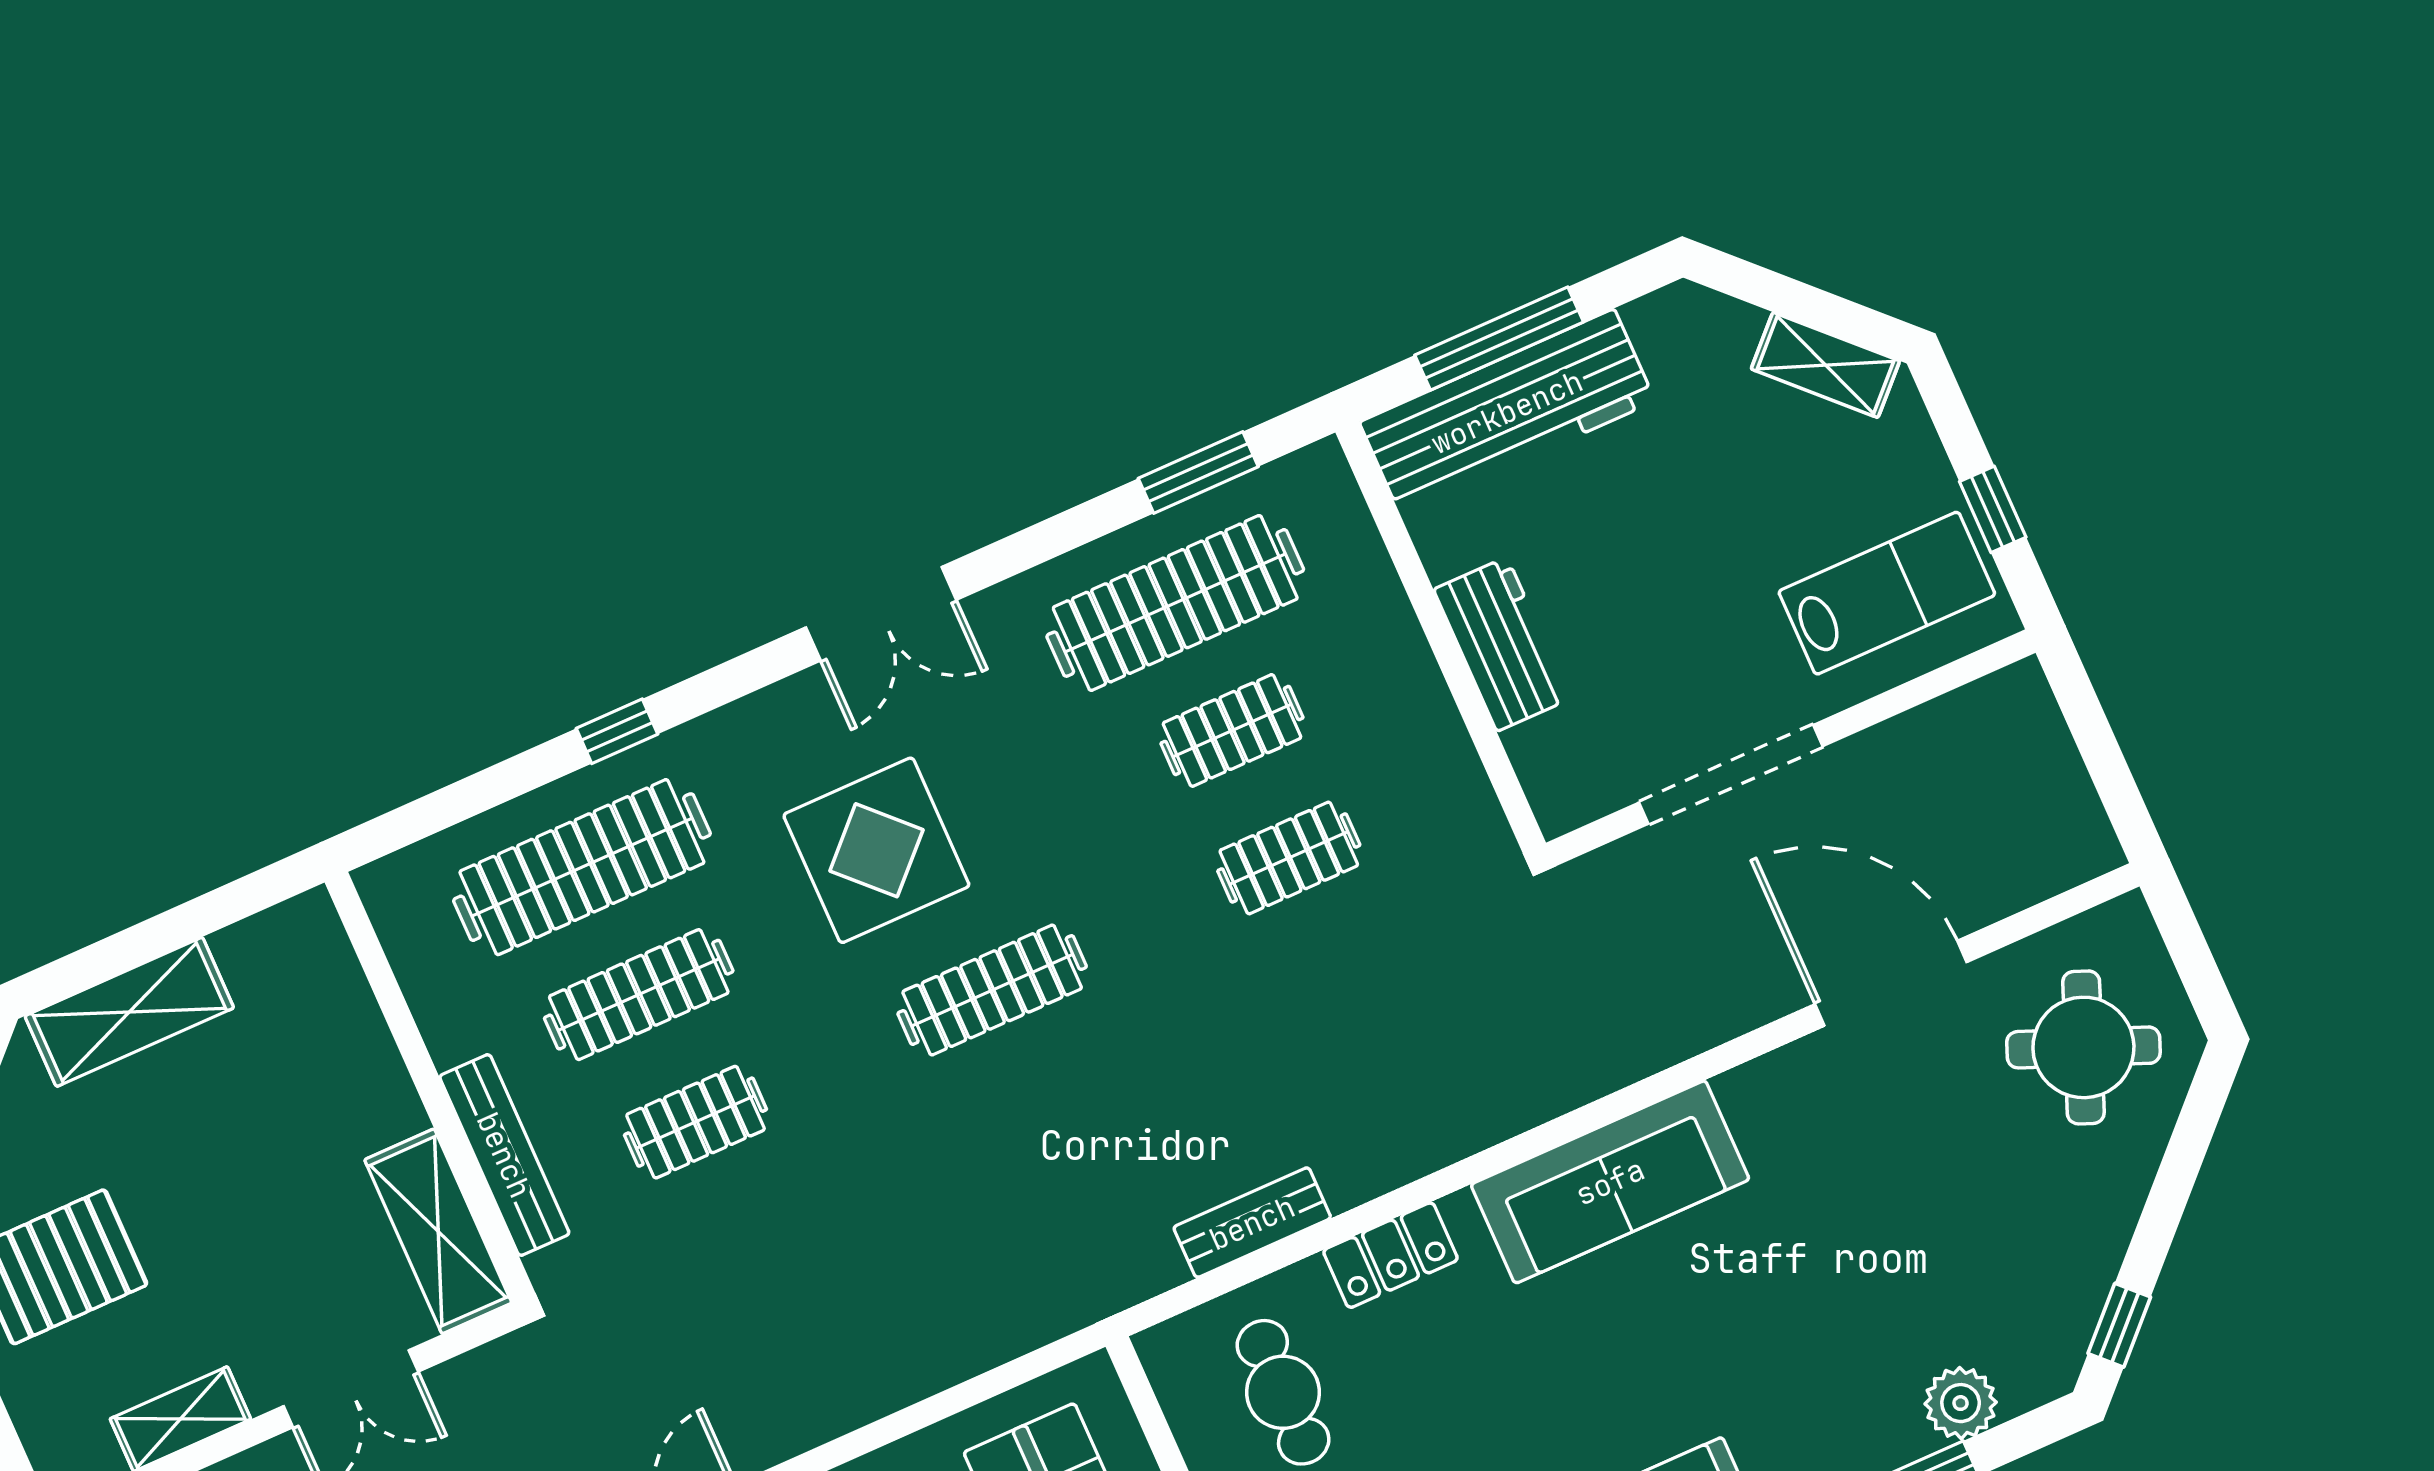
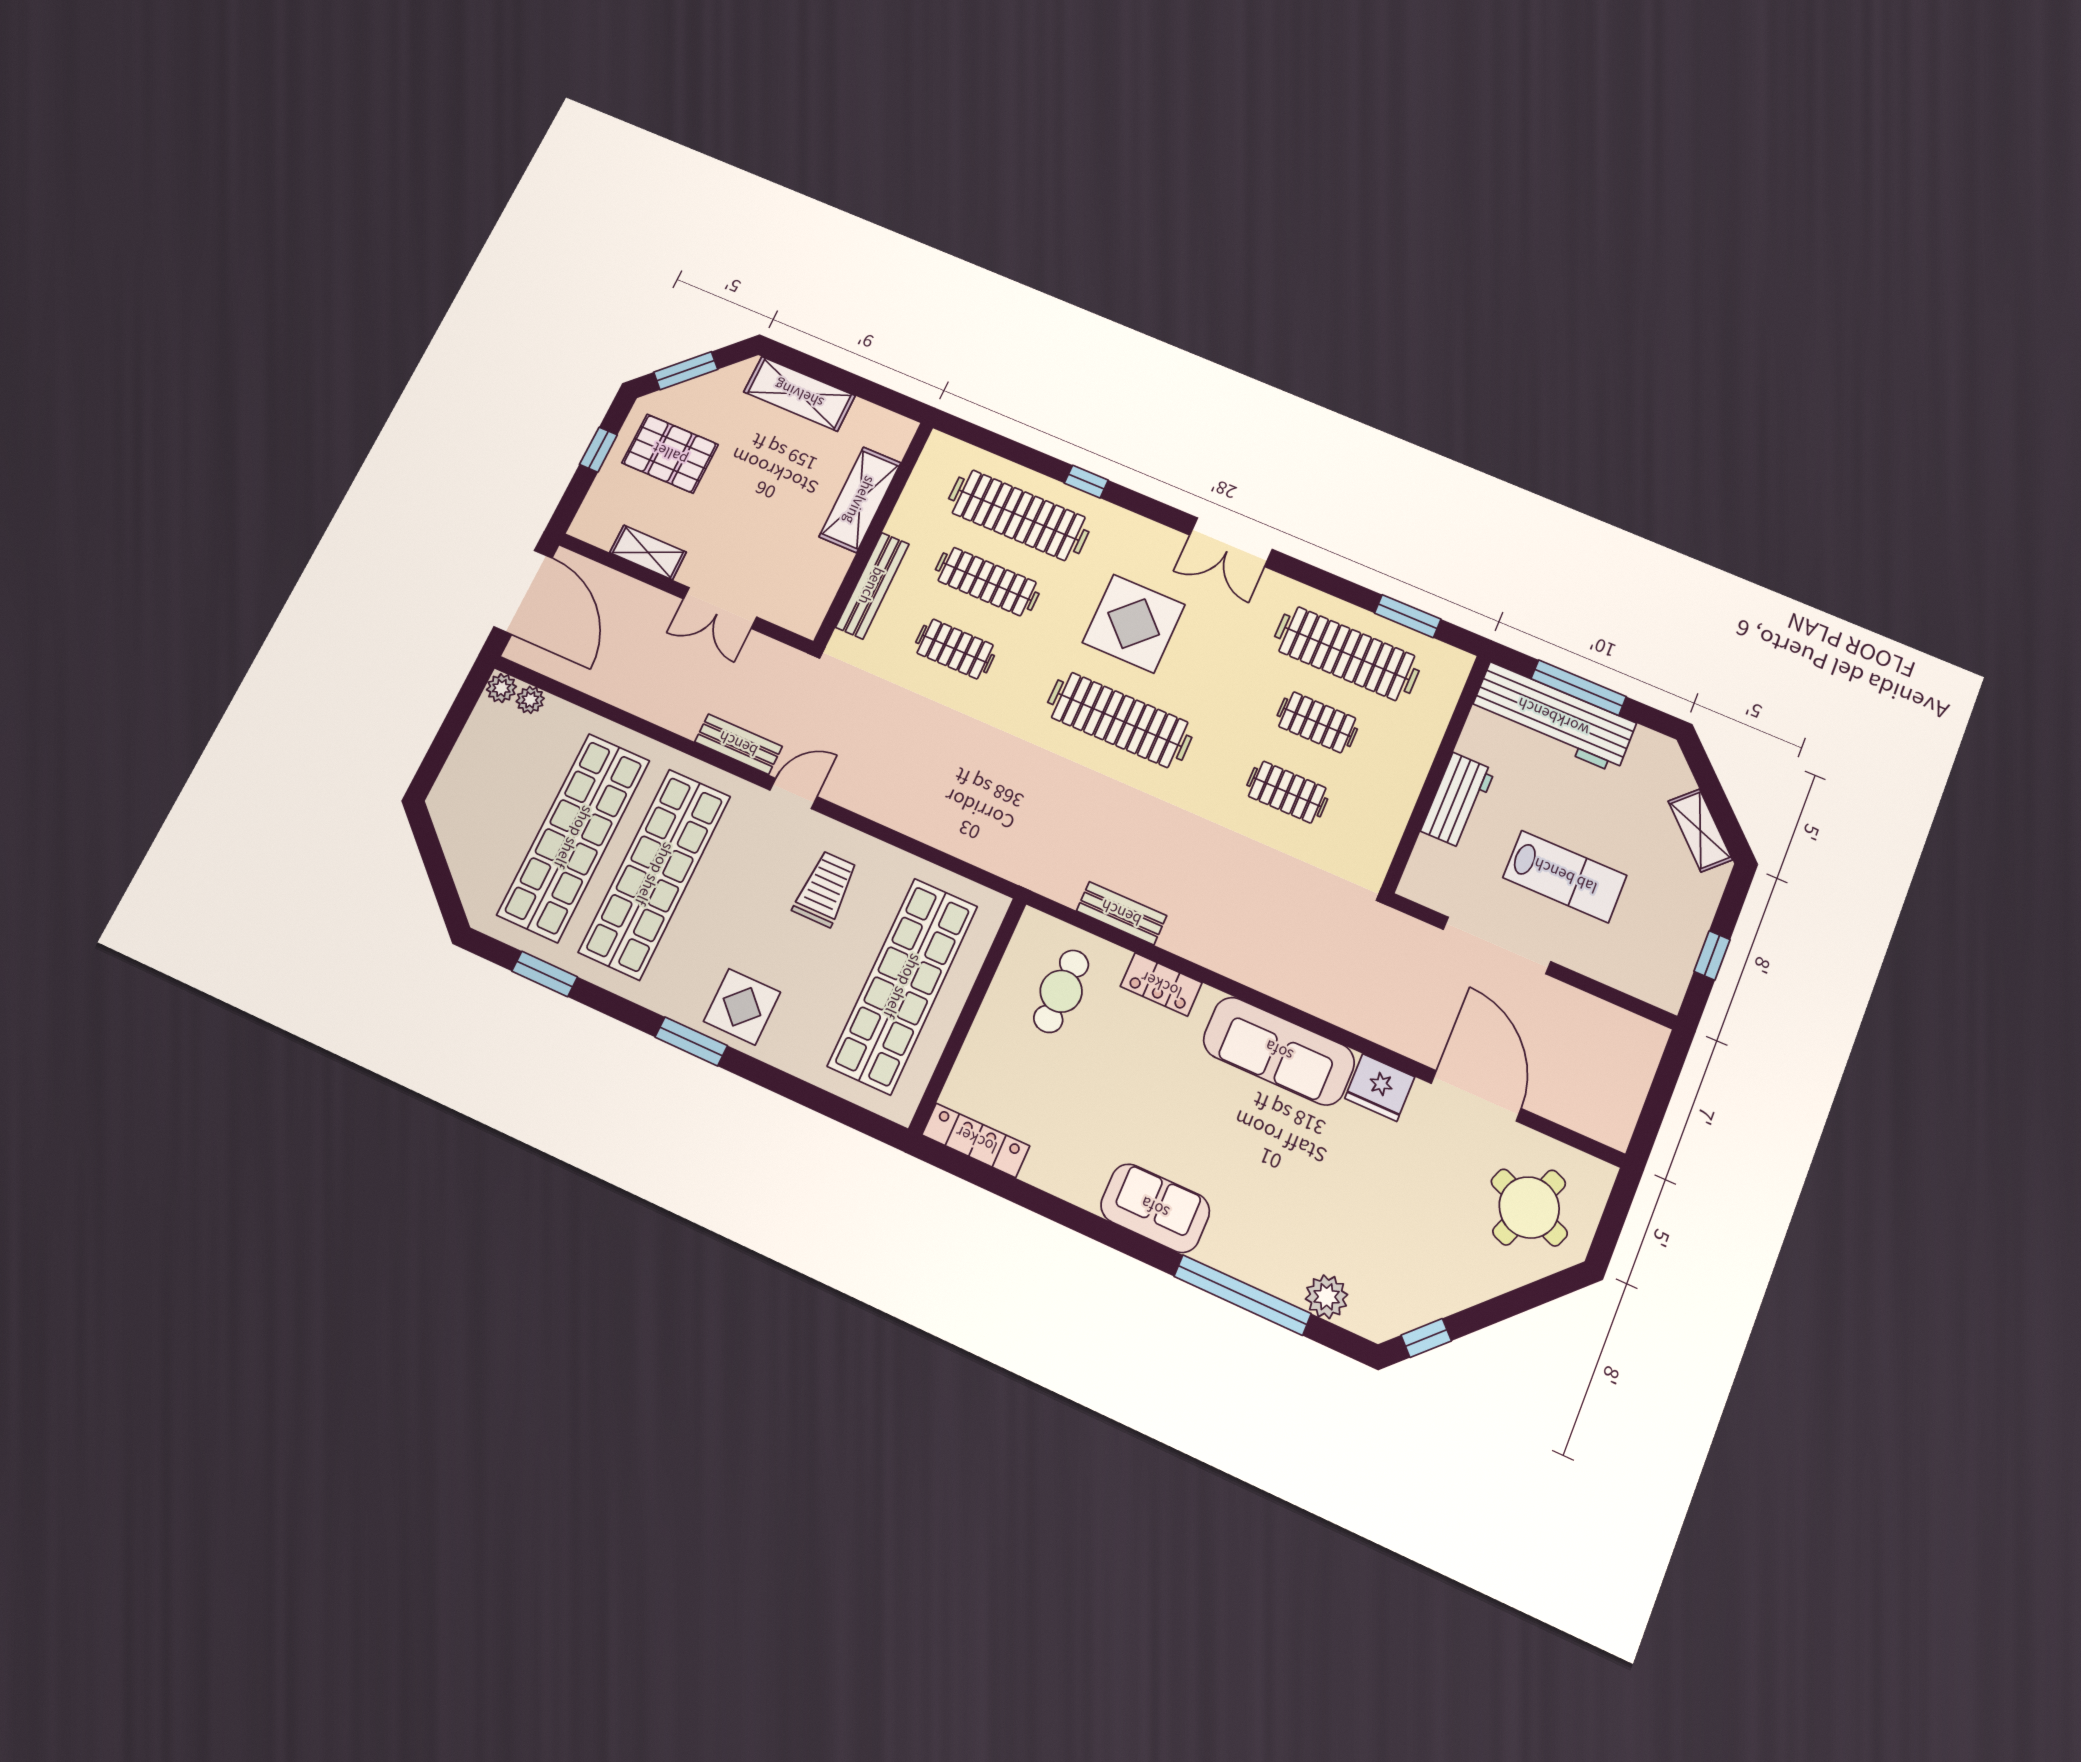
lab bench: (1887, 593) -> (1565, 876), moved
clothes rail: (992, 990) -> (1120, 720), width x1.37, depth x1.31
fridge: (1771, 1096) -> (1380, 1088), added
shelving: (438, 1231) -> (860, 500), moved

